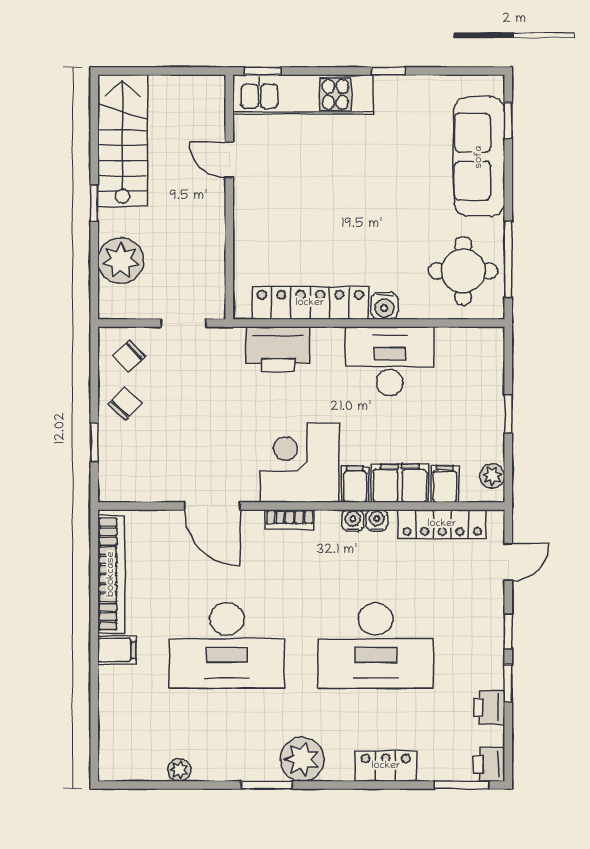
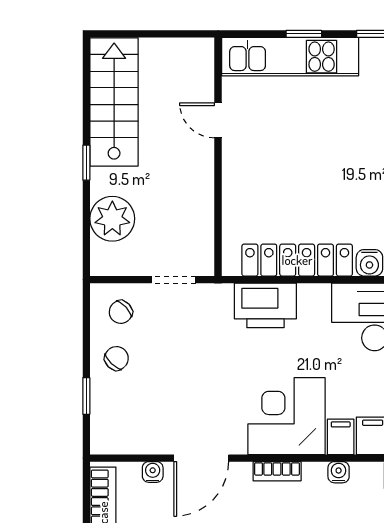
window: (263, 71) -> (304, 34), moved
door: (212, 506) -> (201, 458), hinge flipped
water cooler: (377, 520) -> (153, 472), moved

